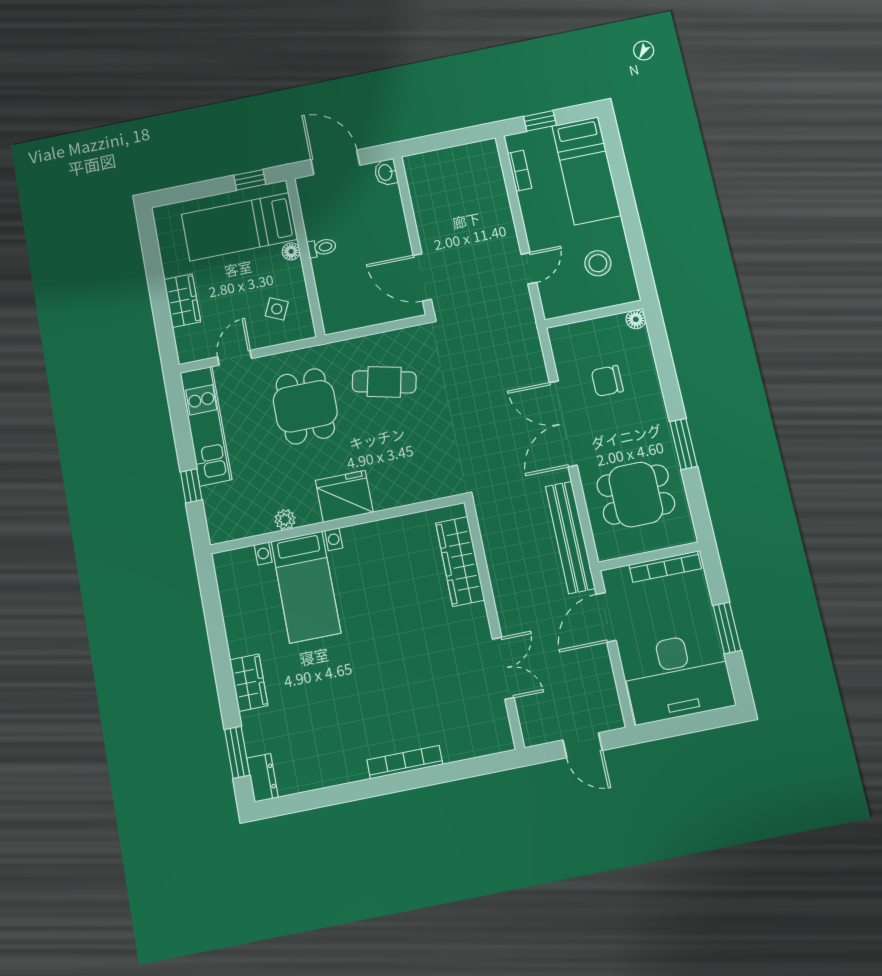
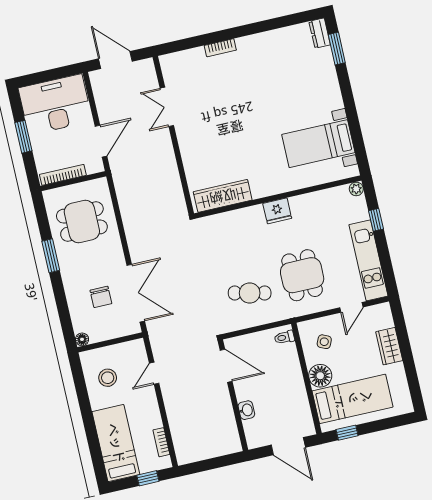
washbasin: (386, 172) -> (246, 410), moved
toilet: (322, 248) -> (284, 337), moved
floor lamp: (291, 251) -> (320, 376), width x1.89, depth x1.89
chair: (607, 381) -> (101, 297), turned 90
double door: (563, 424) -> (136, 293), moved
fridge: (344, 496) -> (277, 211), width x0.73, depth x0.75
plant: (285, 520) -> (356, 189), moved
bench: (570, 537) -> (125, 192), removed
wardrobe: (460, 561) -> (223, 196), moved, turned -90
bed with nightstands: (306, 587) -> (318, 144), moved, turned -90
wardrobe: (249, 683) -> (331, 93), removed
door: (583, 745) -> (115, 60), width x1.38
bookcase: (405, 762) -> (220, 48), width x0.64

